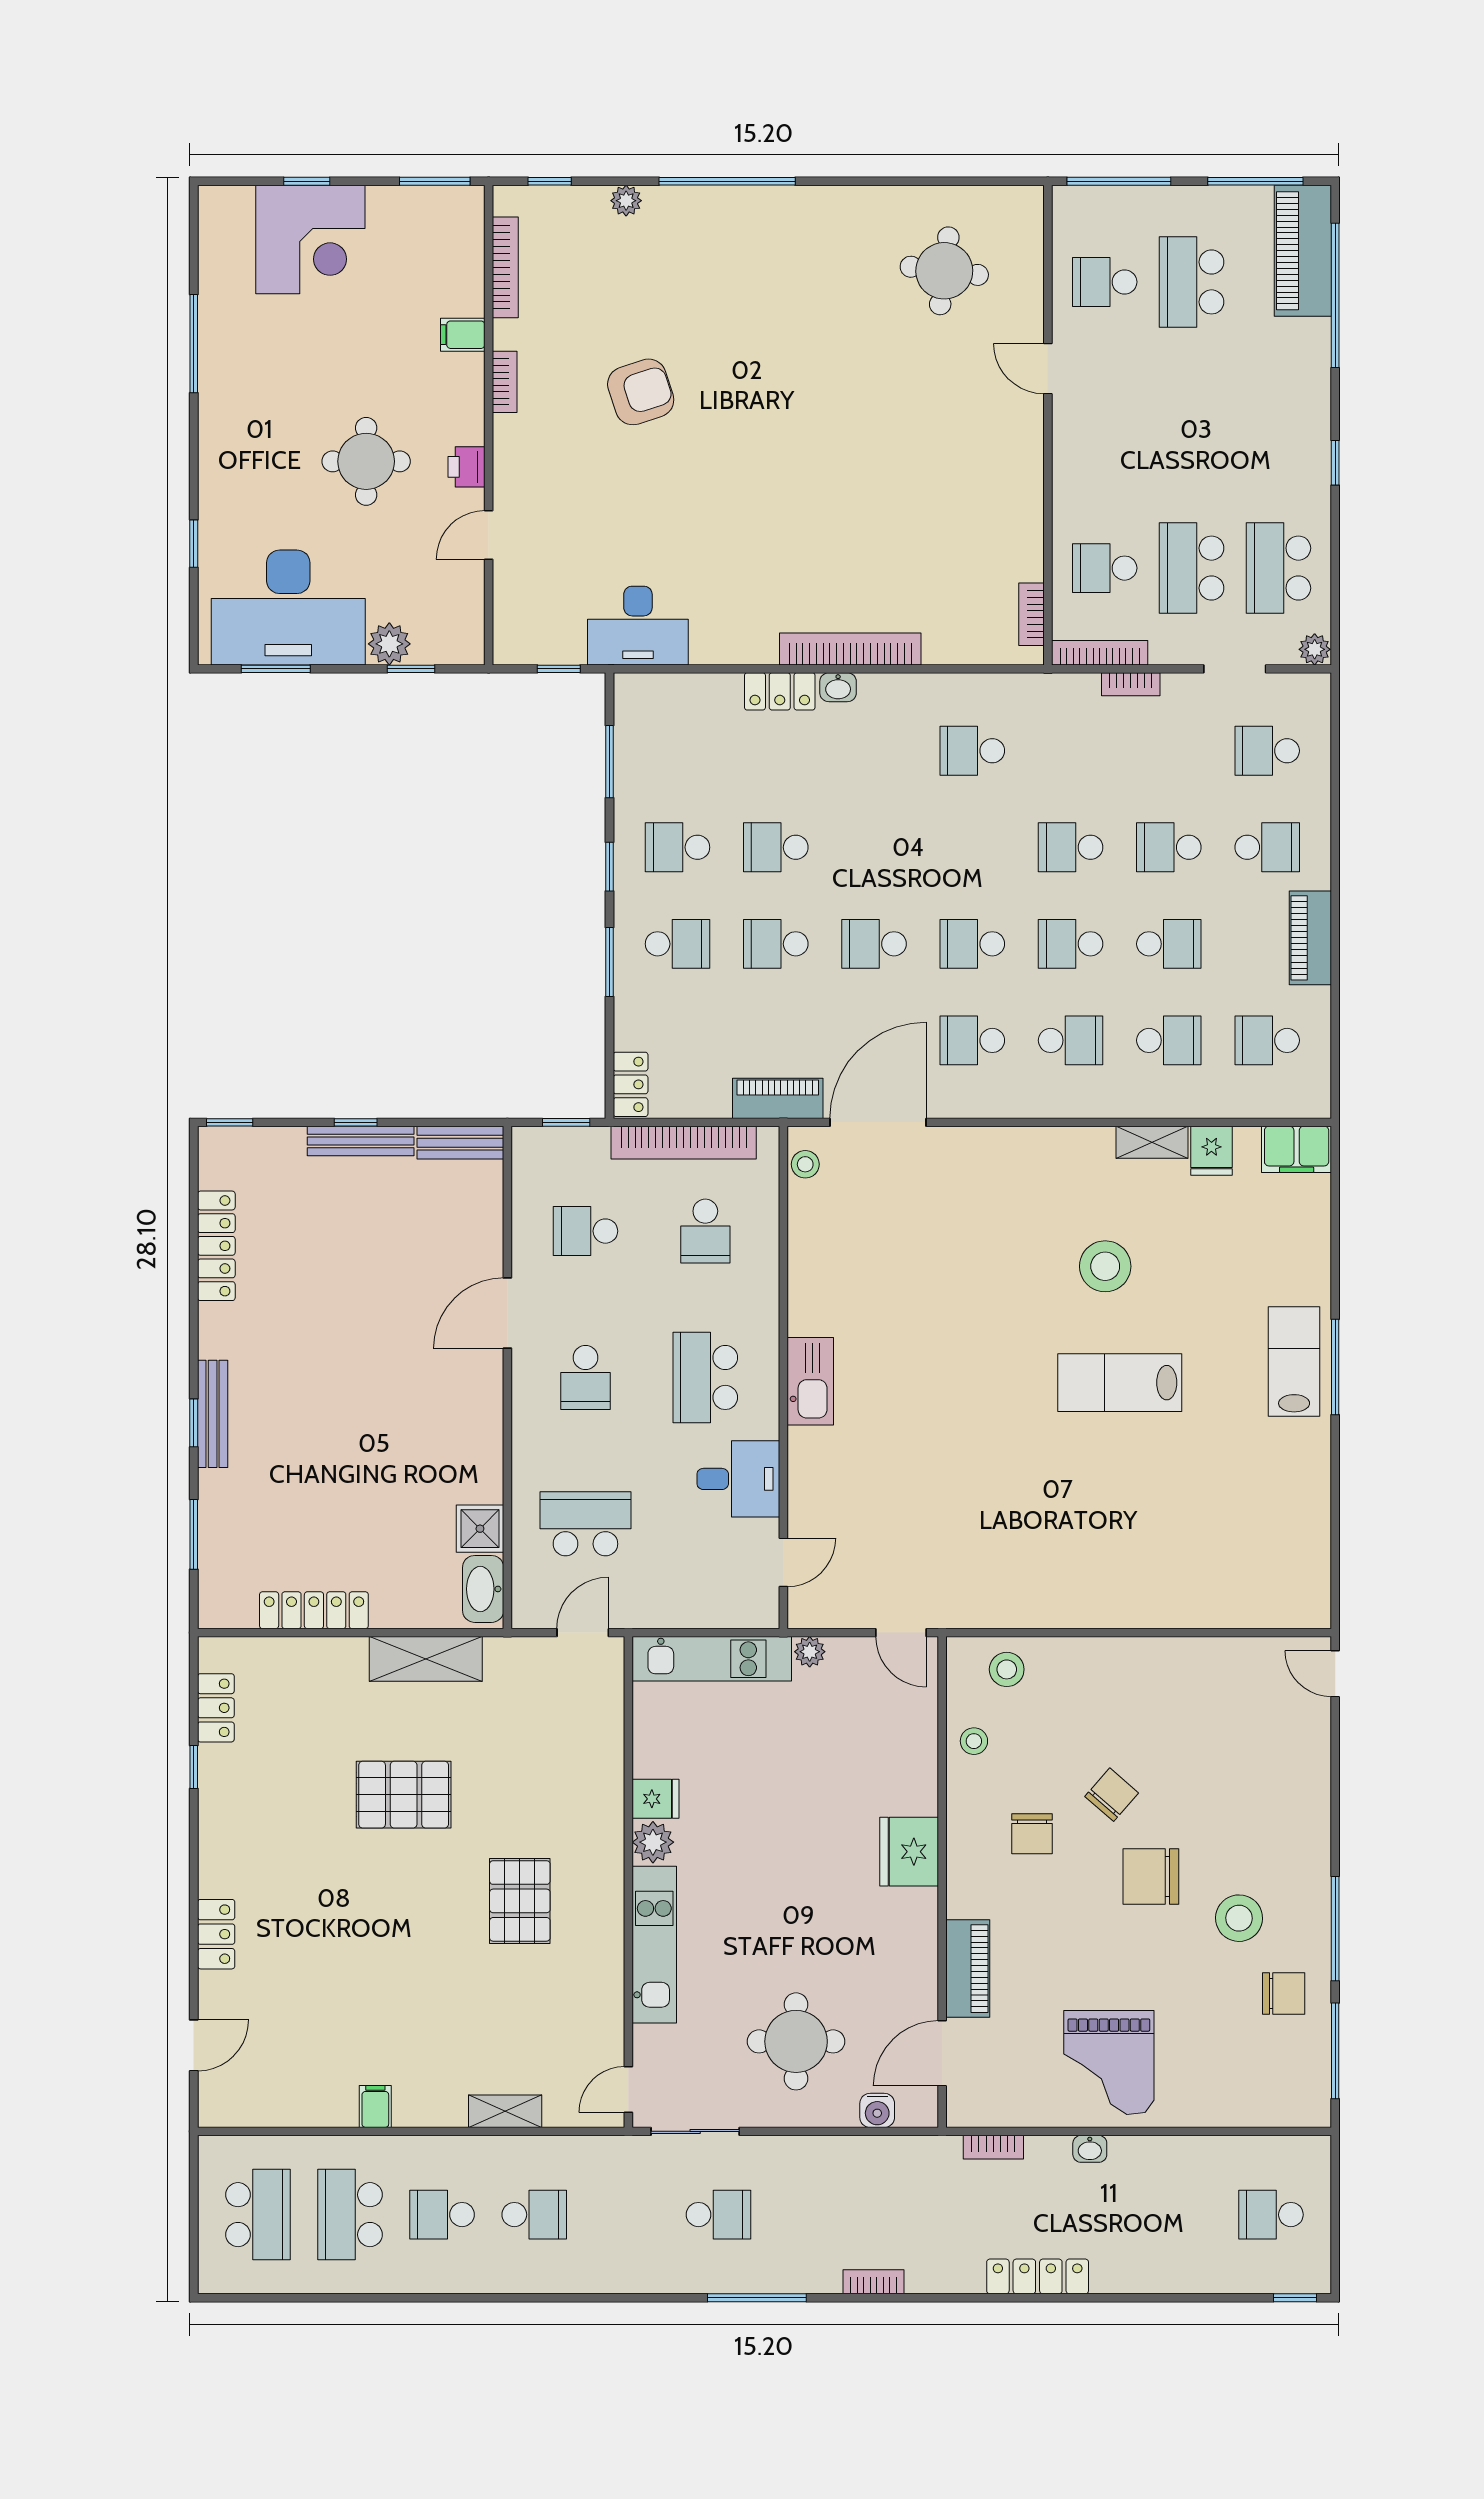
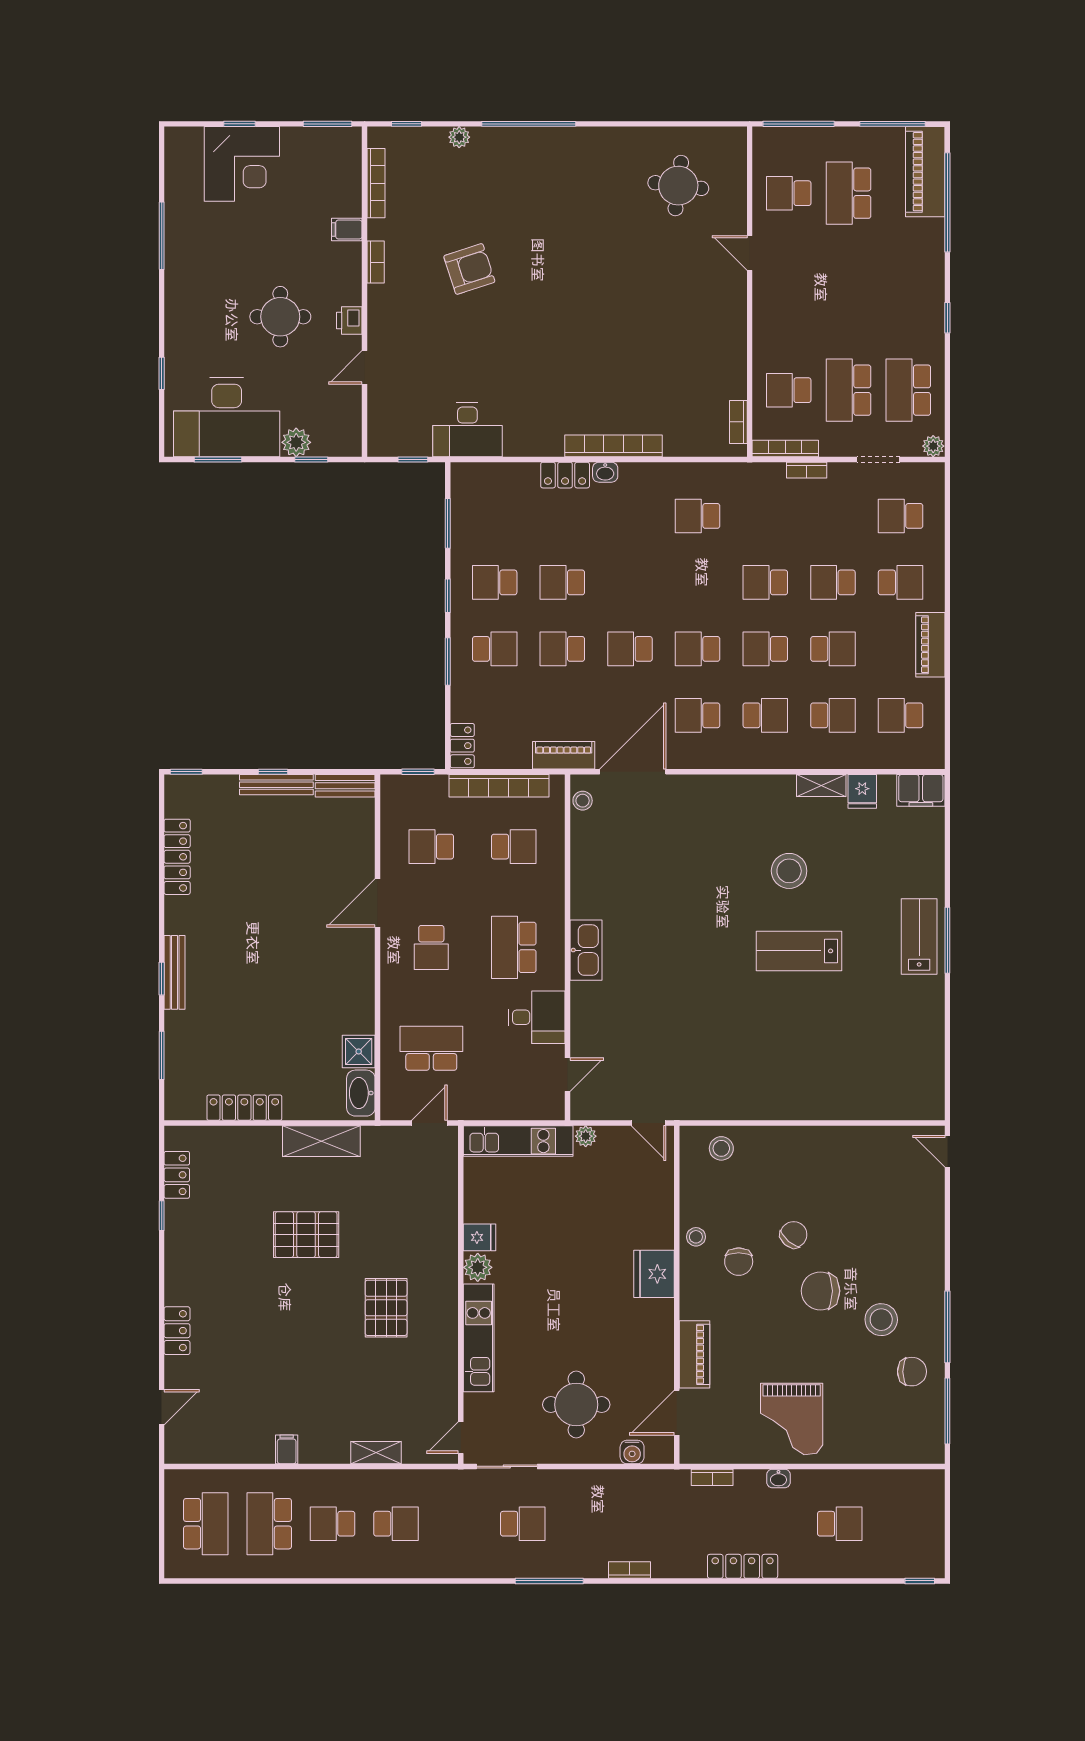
school desk: (705, 1231) -> (514, 847), turned -90
stool: (974, 1741) -> (696, 1237), moved
school desk: (1271, 2215) -> (840, 1524), moved, turned 180

